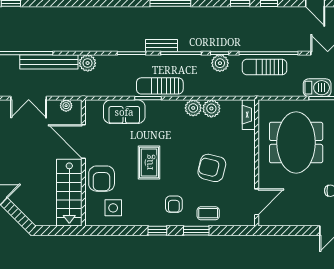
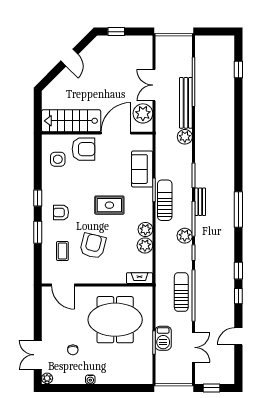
plant: (220, 63) -> (185, 236), moved
plant: (66, 106) -> (143, 113), width x1.88, depth x1.88
rug: (149, 162) -> (109, 205), moved
armchair: (102, 179) -> (83, 149), turned 180
coffee table: (208, 213) -> (62, 251), moved

